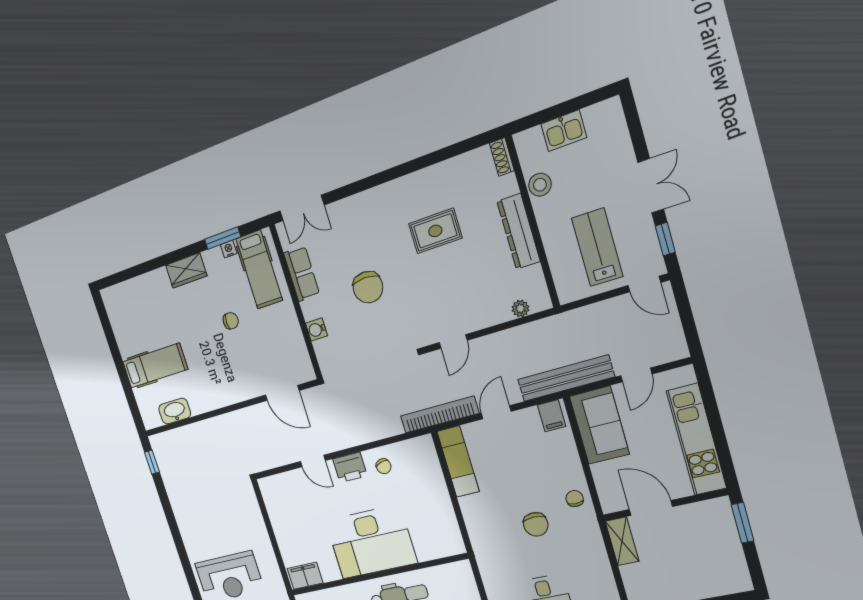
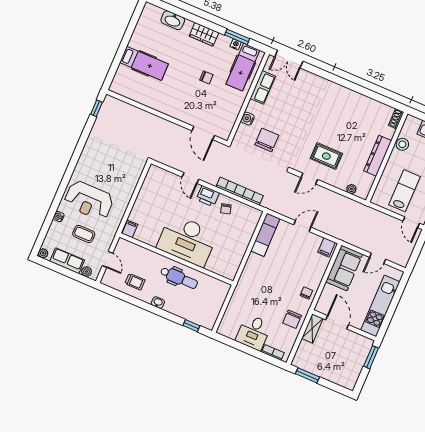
rug: (435, 231) -> (326, 156), moved
chair: (368, 287) -> (267, 140), moved, turned 180
bench: (566, 378) -> (346, 236), removed
washbasin: (175, 411) -> (173, 20), moved, turned 180
bookcase: (439, 415) -> (240, 191), moved
chair: (536, 524) -> (292, 319), moved
filing cabinet: (305, 576) -> (130, 229), width x0.50

